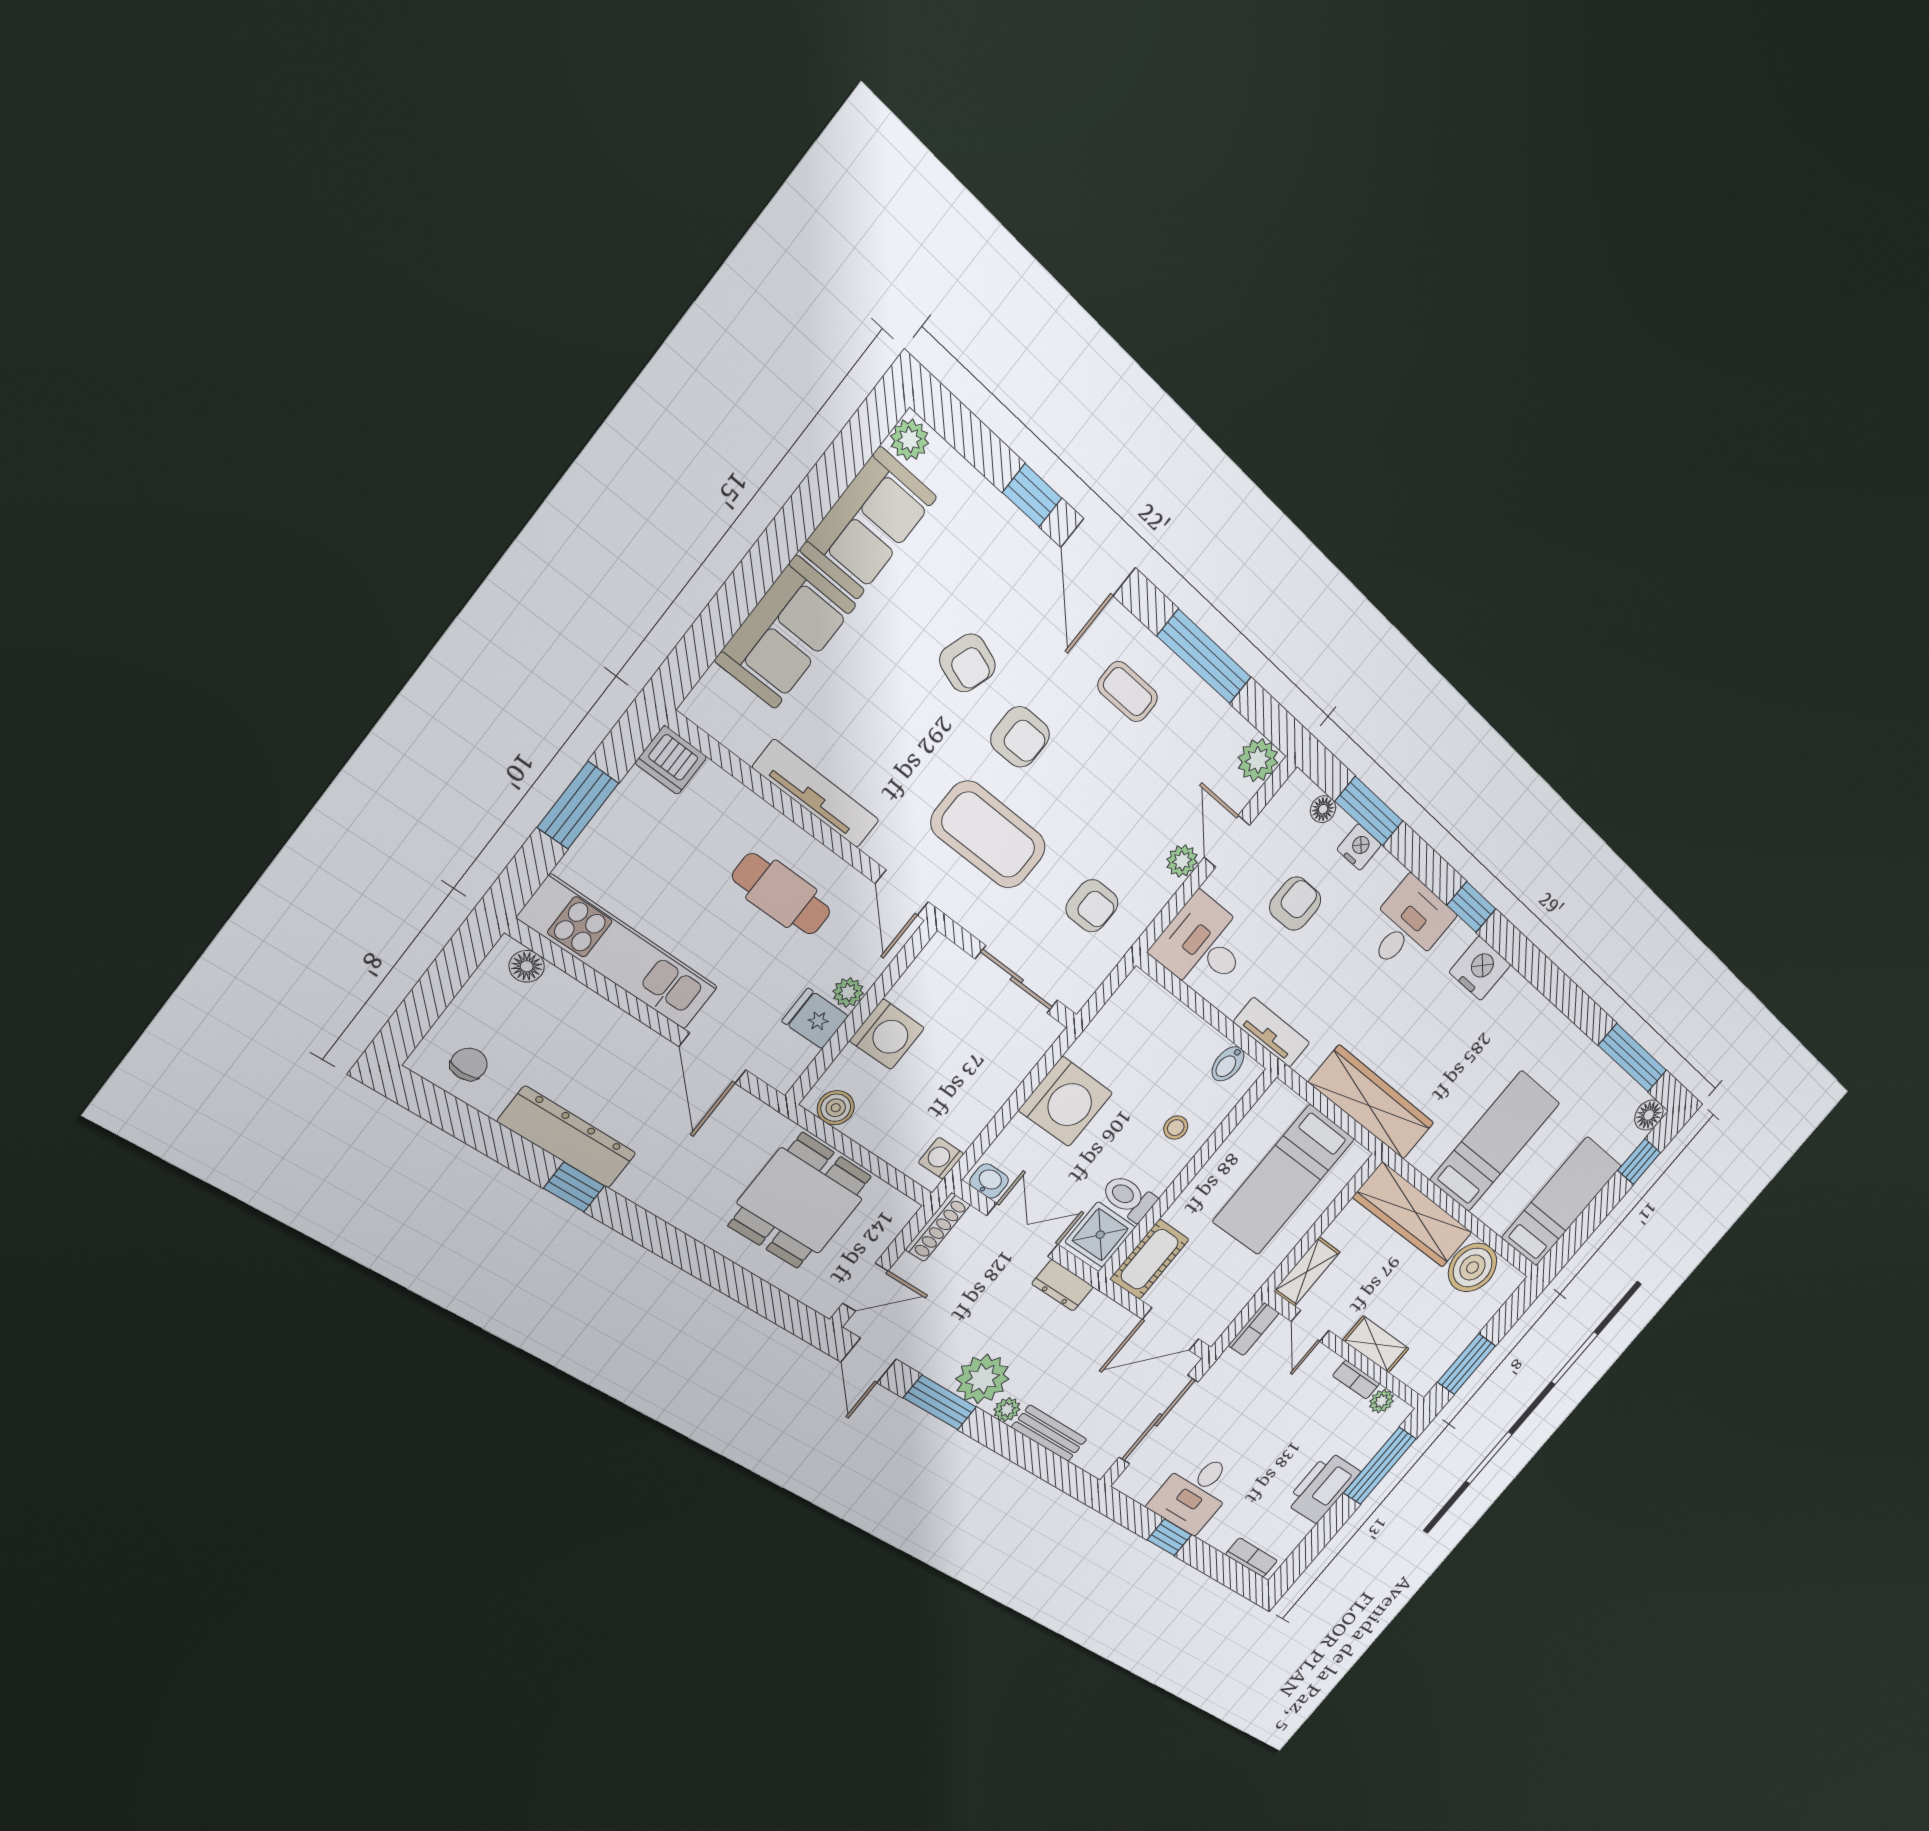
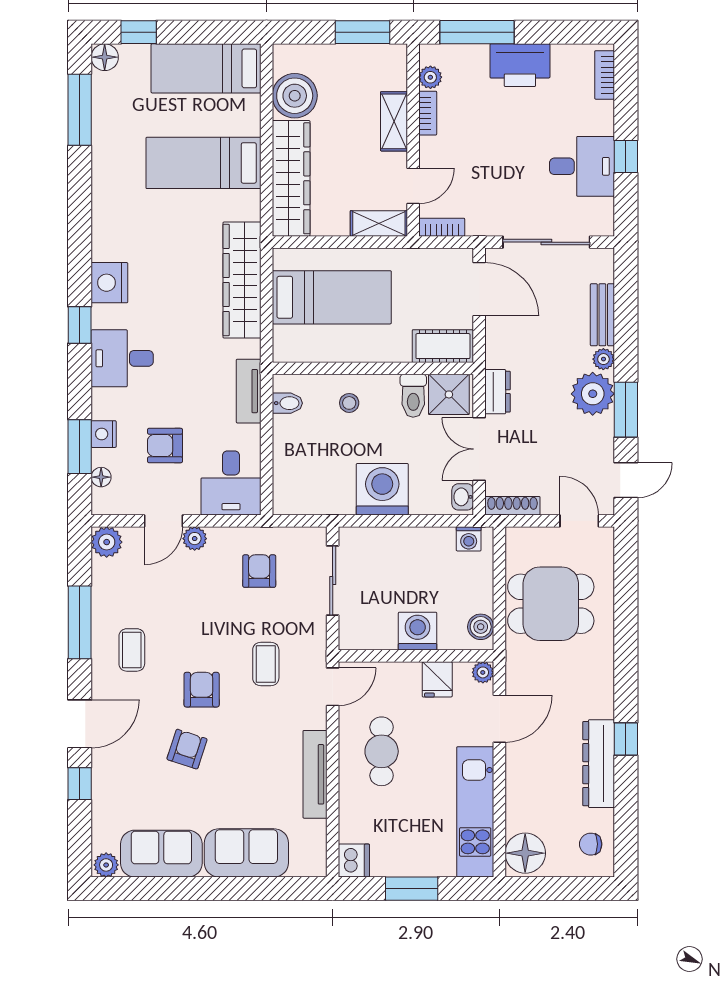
coffee table: (988, 835) -> (266, 664), width x0.54, depth x0.58
floor lamp: (527, 966) -> (525, 853), width x1.89, depth x1.89
plant: (848, 992) -> (483, 672), moved

